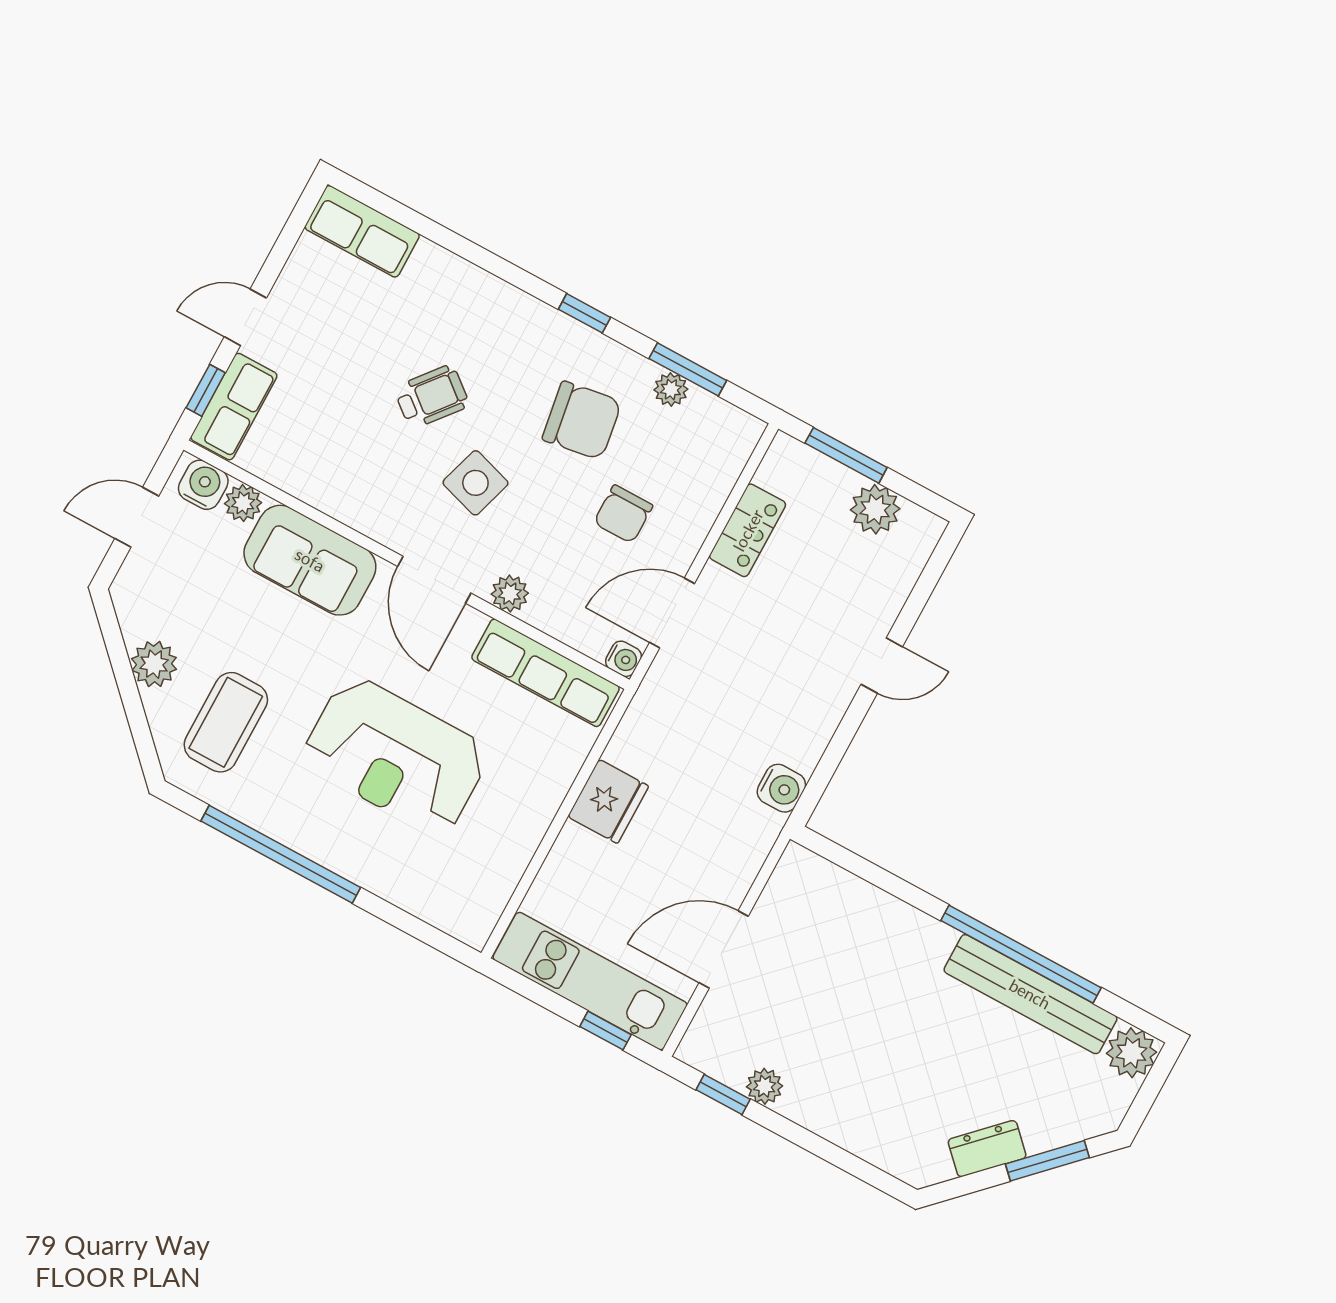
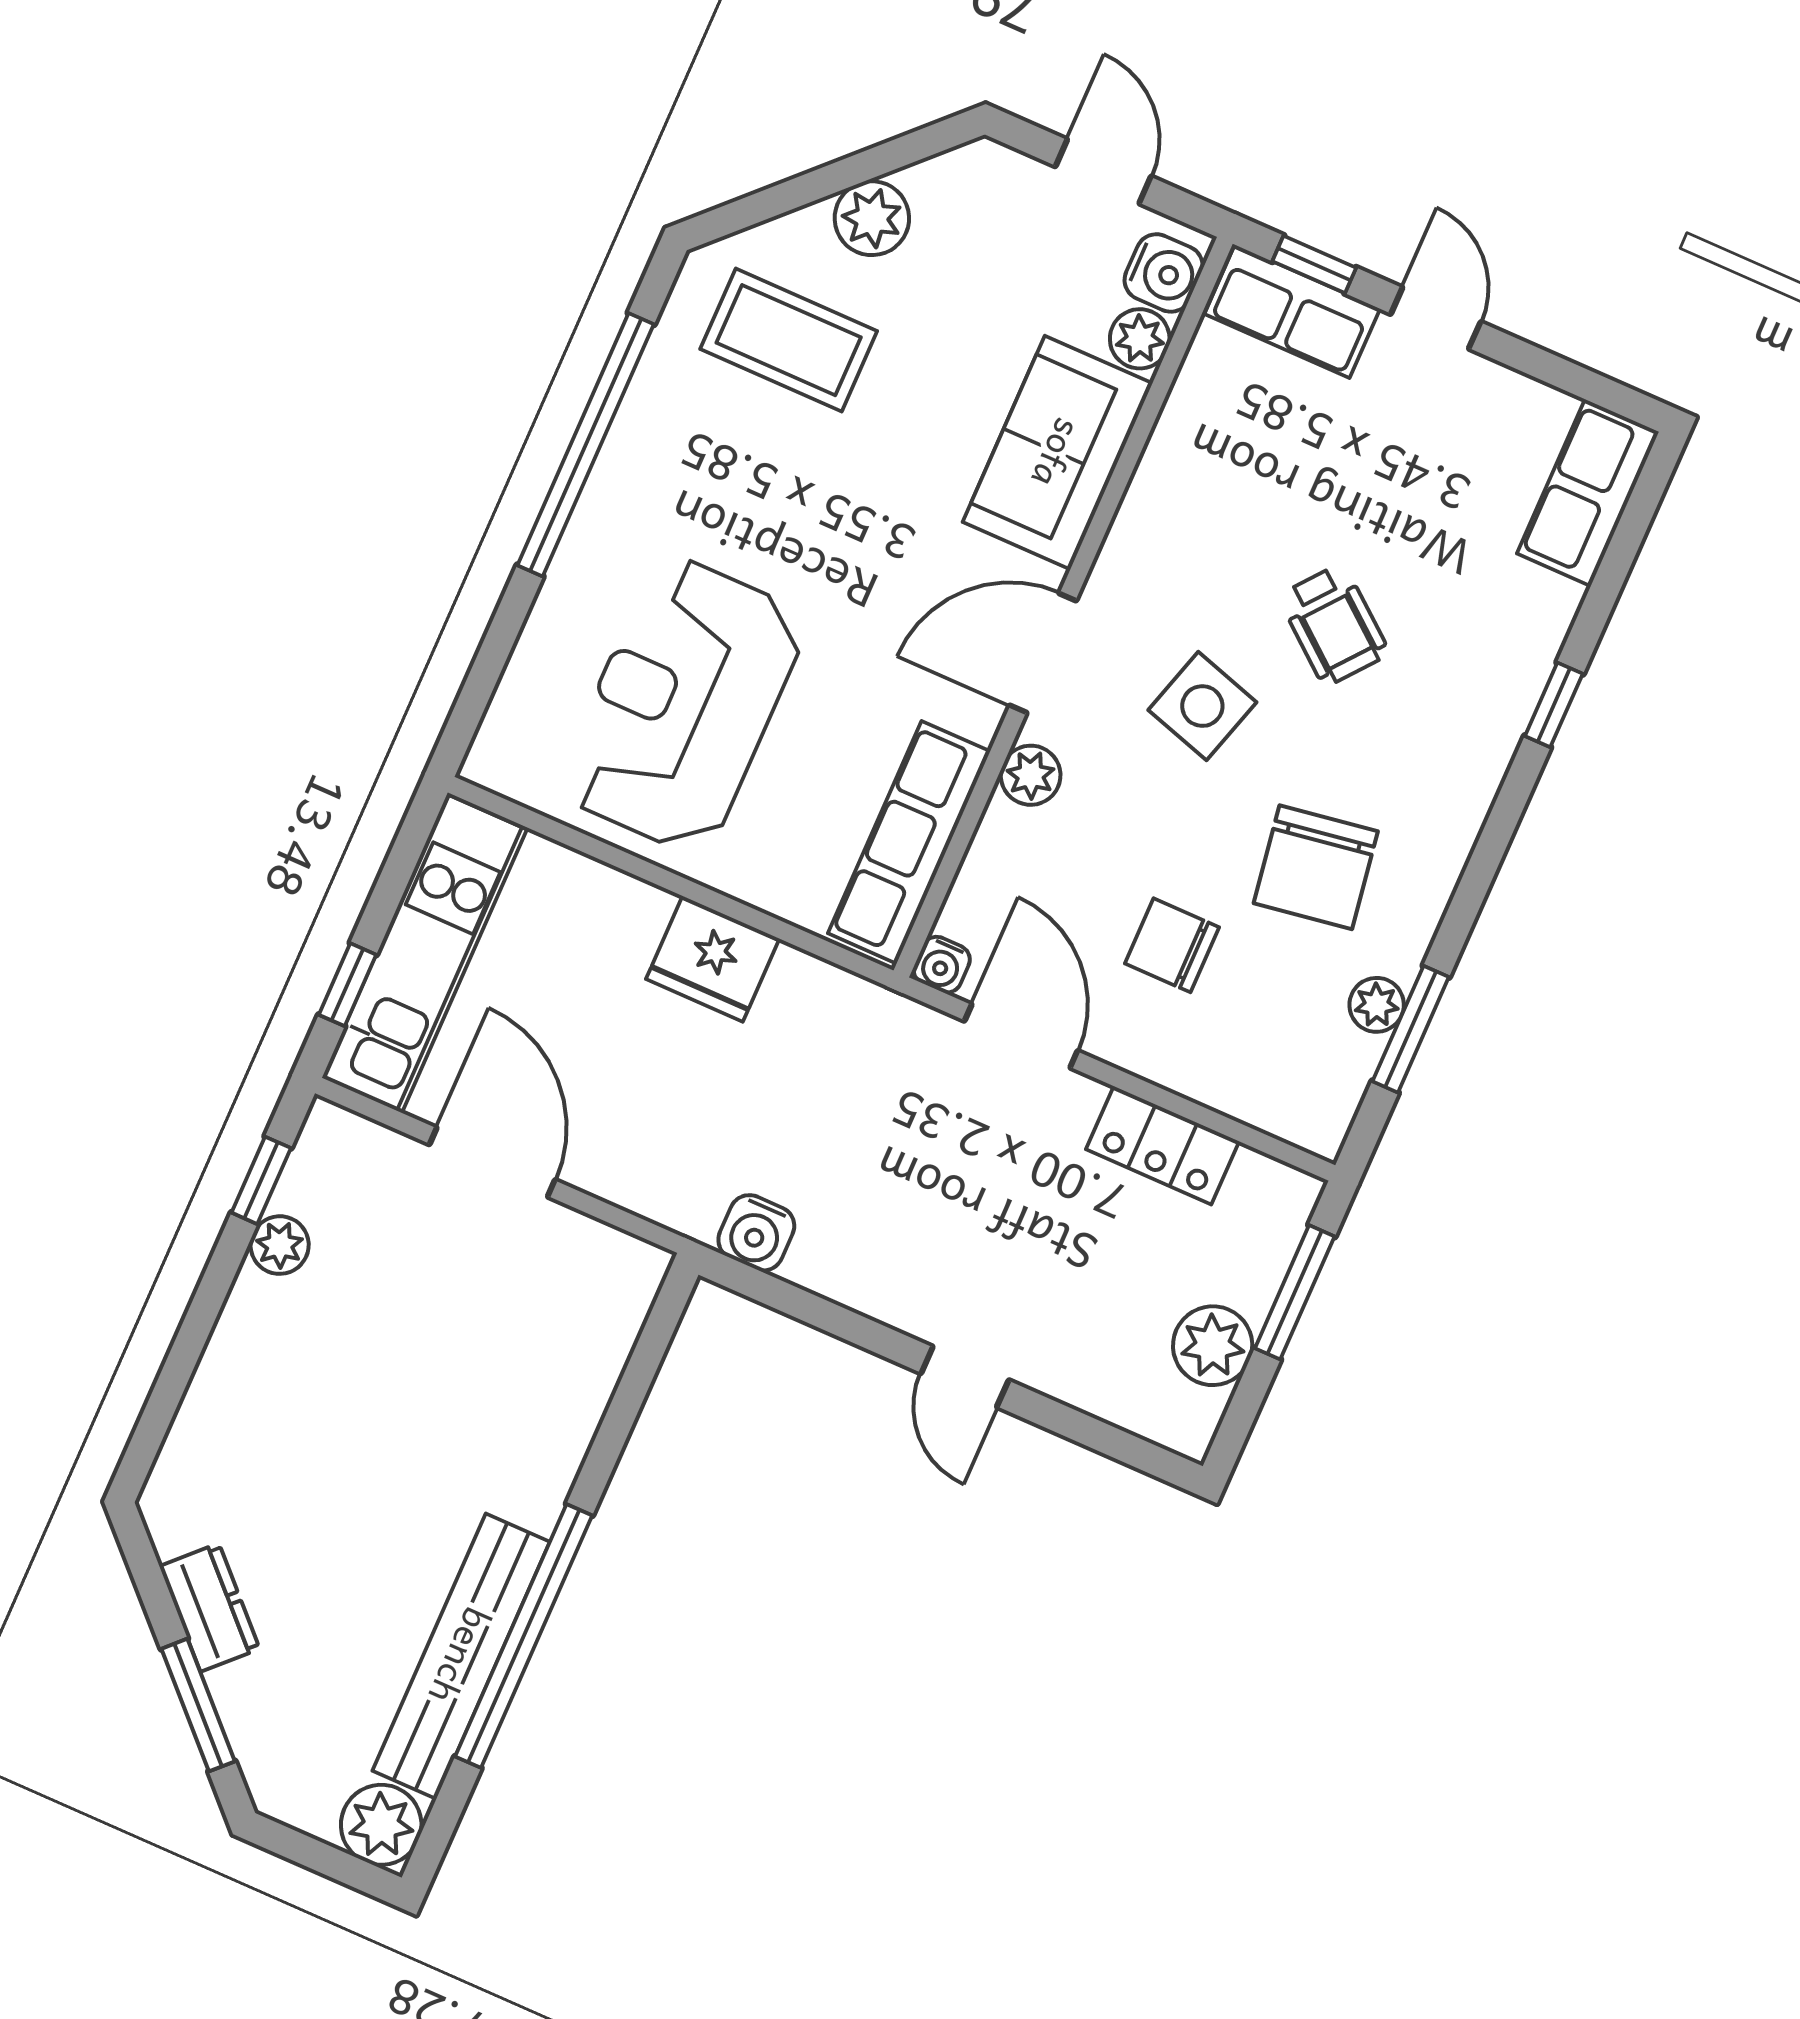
window: (585, 313) -> (1554, 705), moved
reception desk: (396, 756) -> (683, 705), moved

